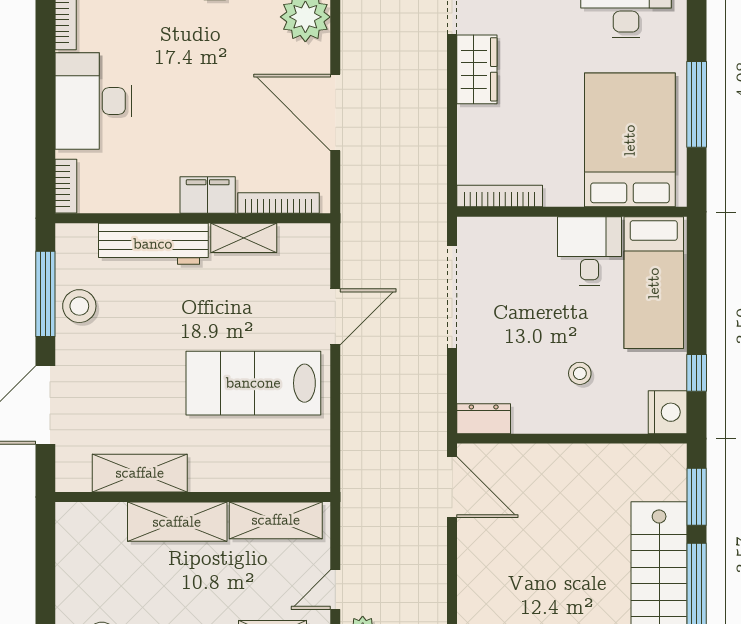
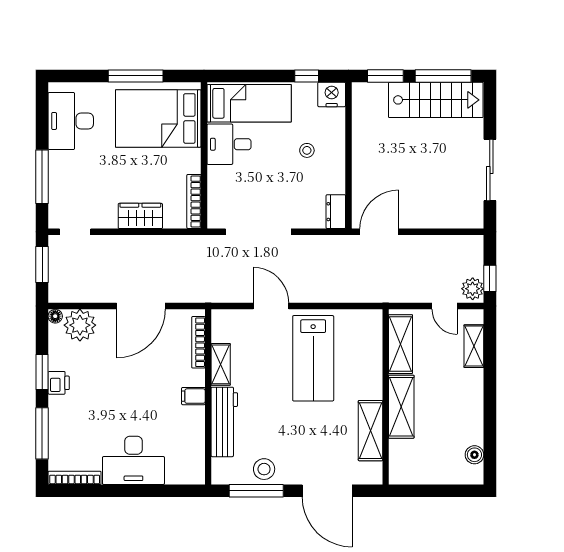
wardrobe: (477, 69) -> (140, 216), moved
bookcase: (66, 186) -> (188, 478), removed
filing cabinet: (208, 195) -> (193, 396), width x0.50

